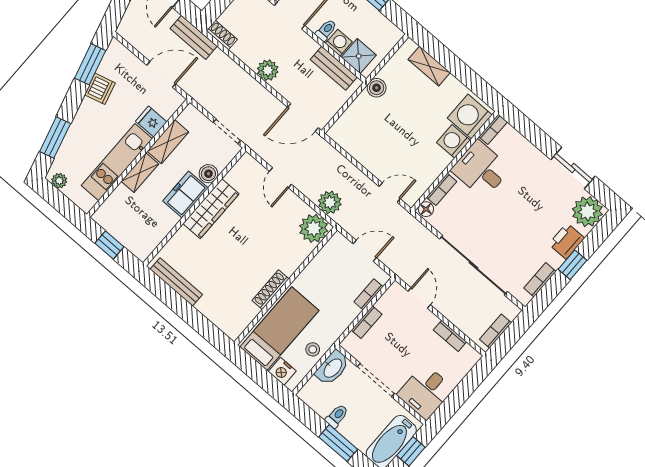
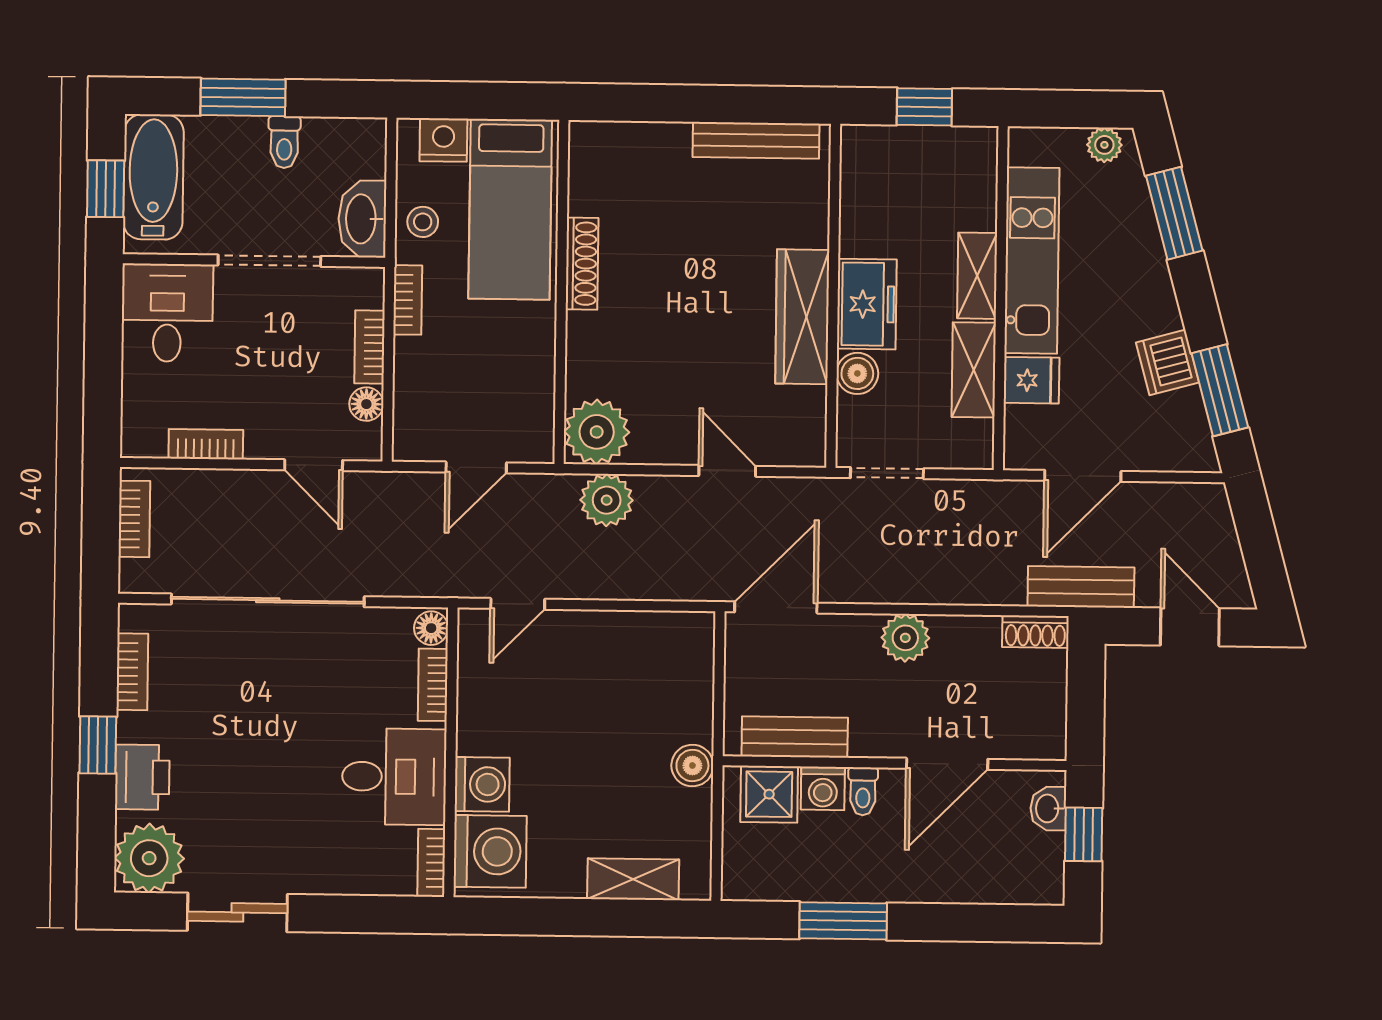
bookcase: (369, 294) -> (408, 300), moved
floor lamp: (384, 304) -> (366, 404), added

